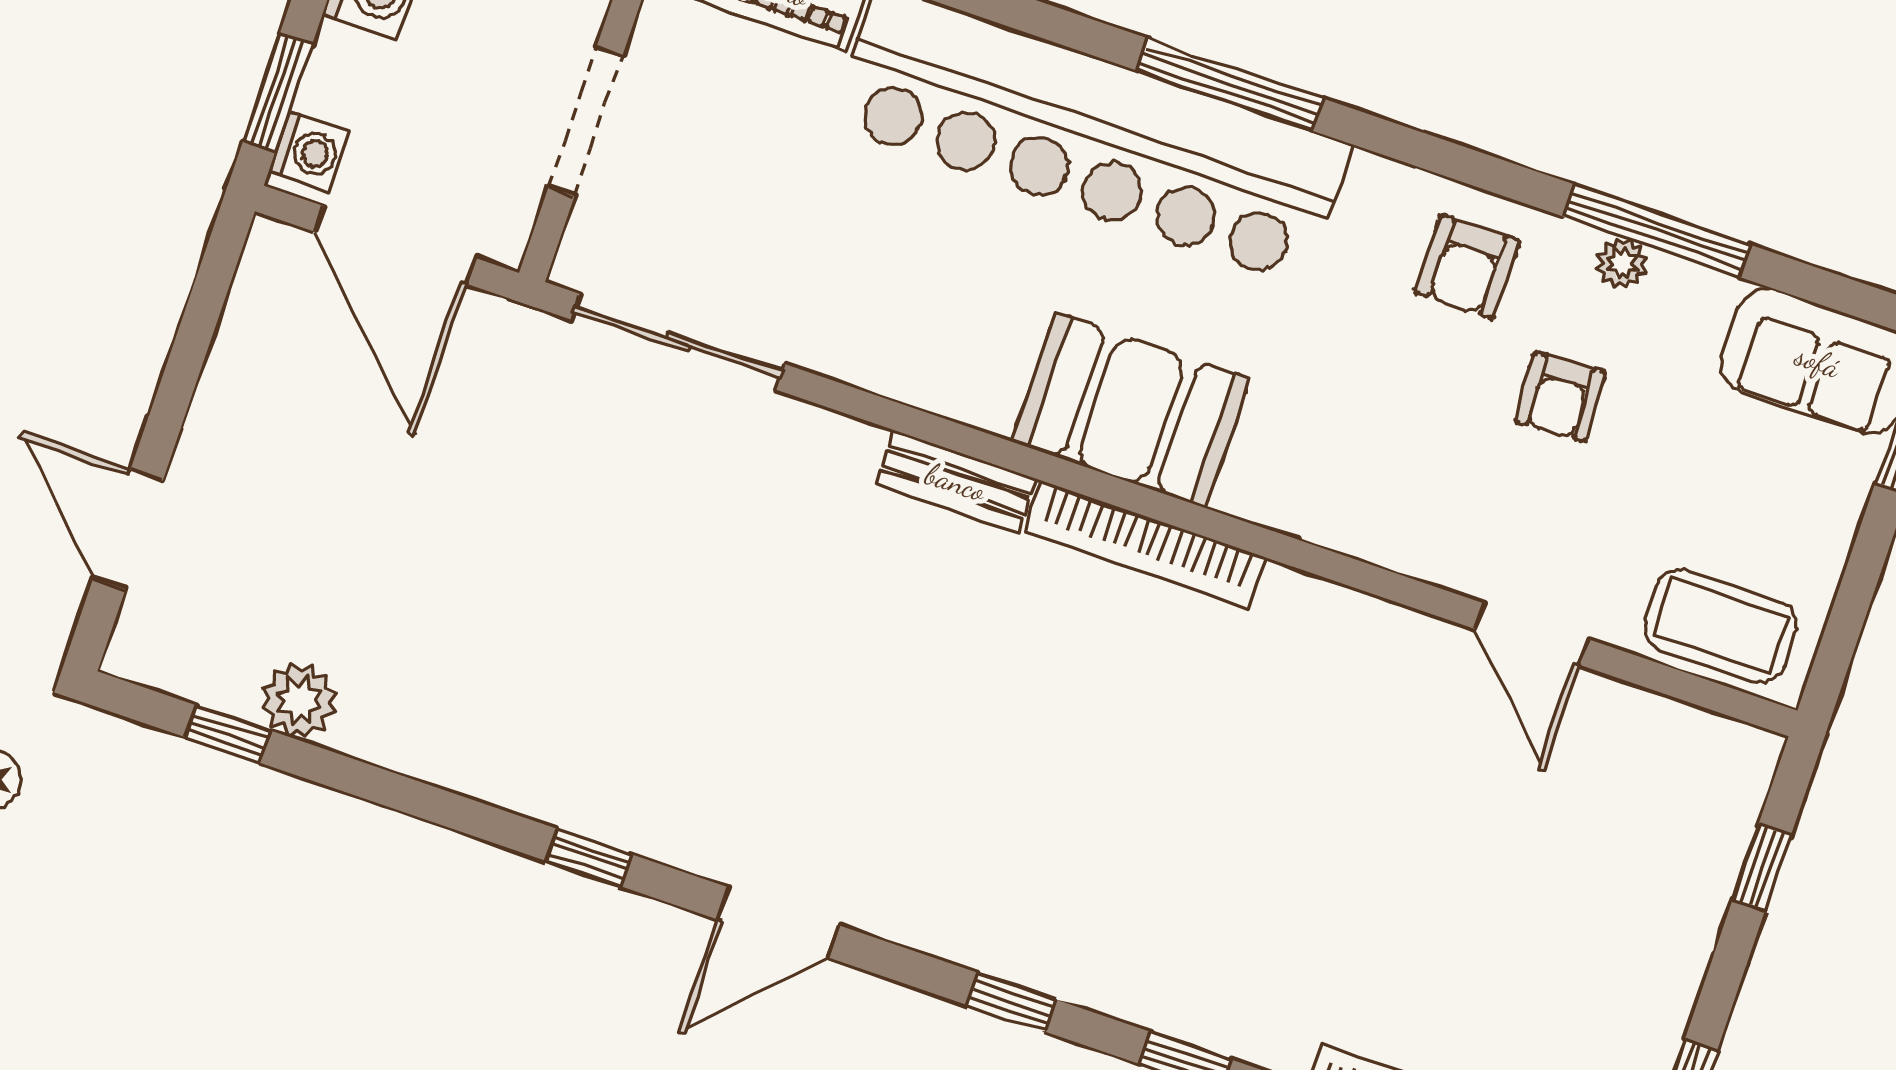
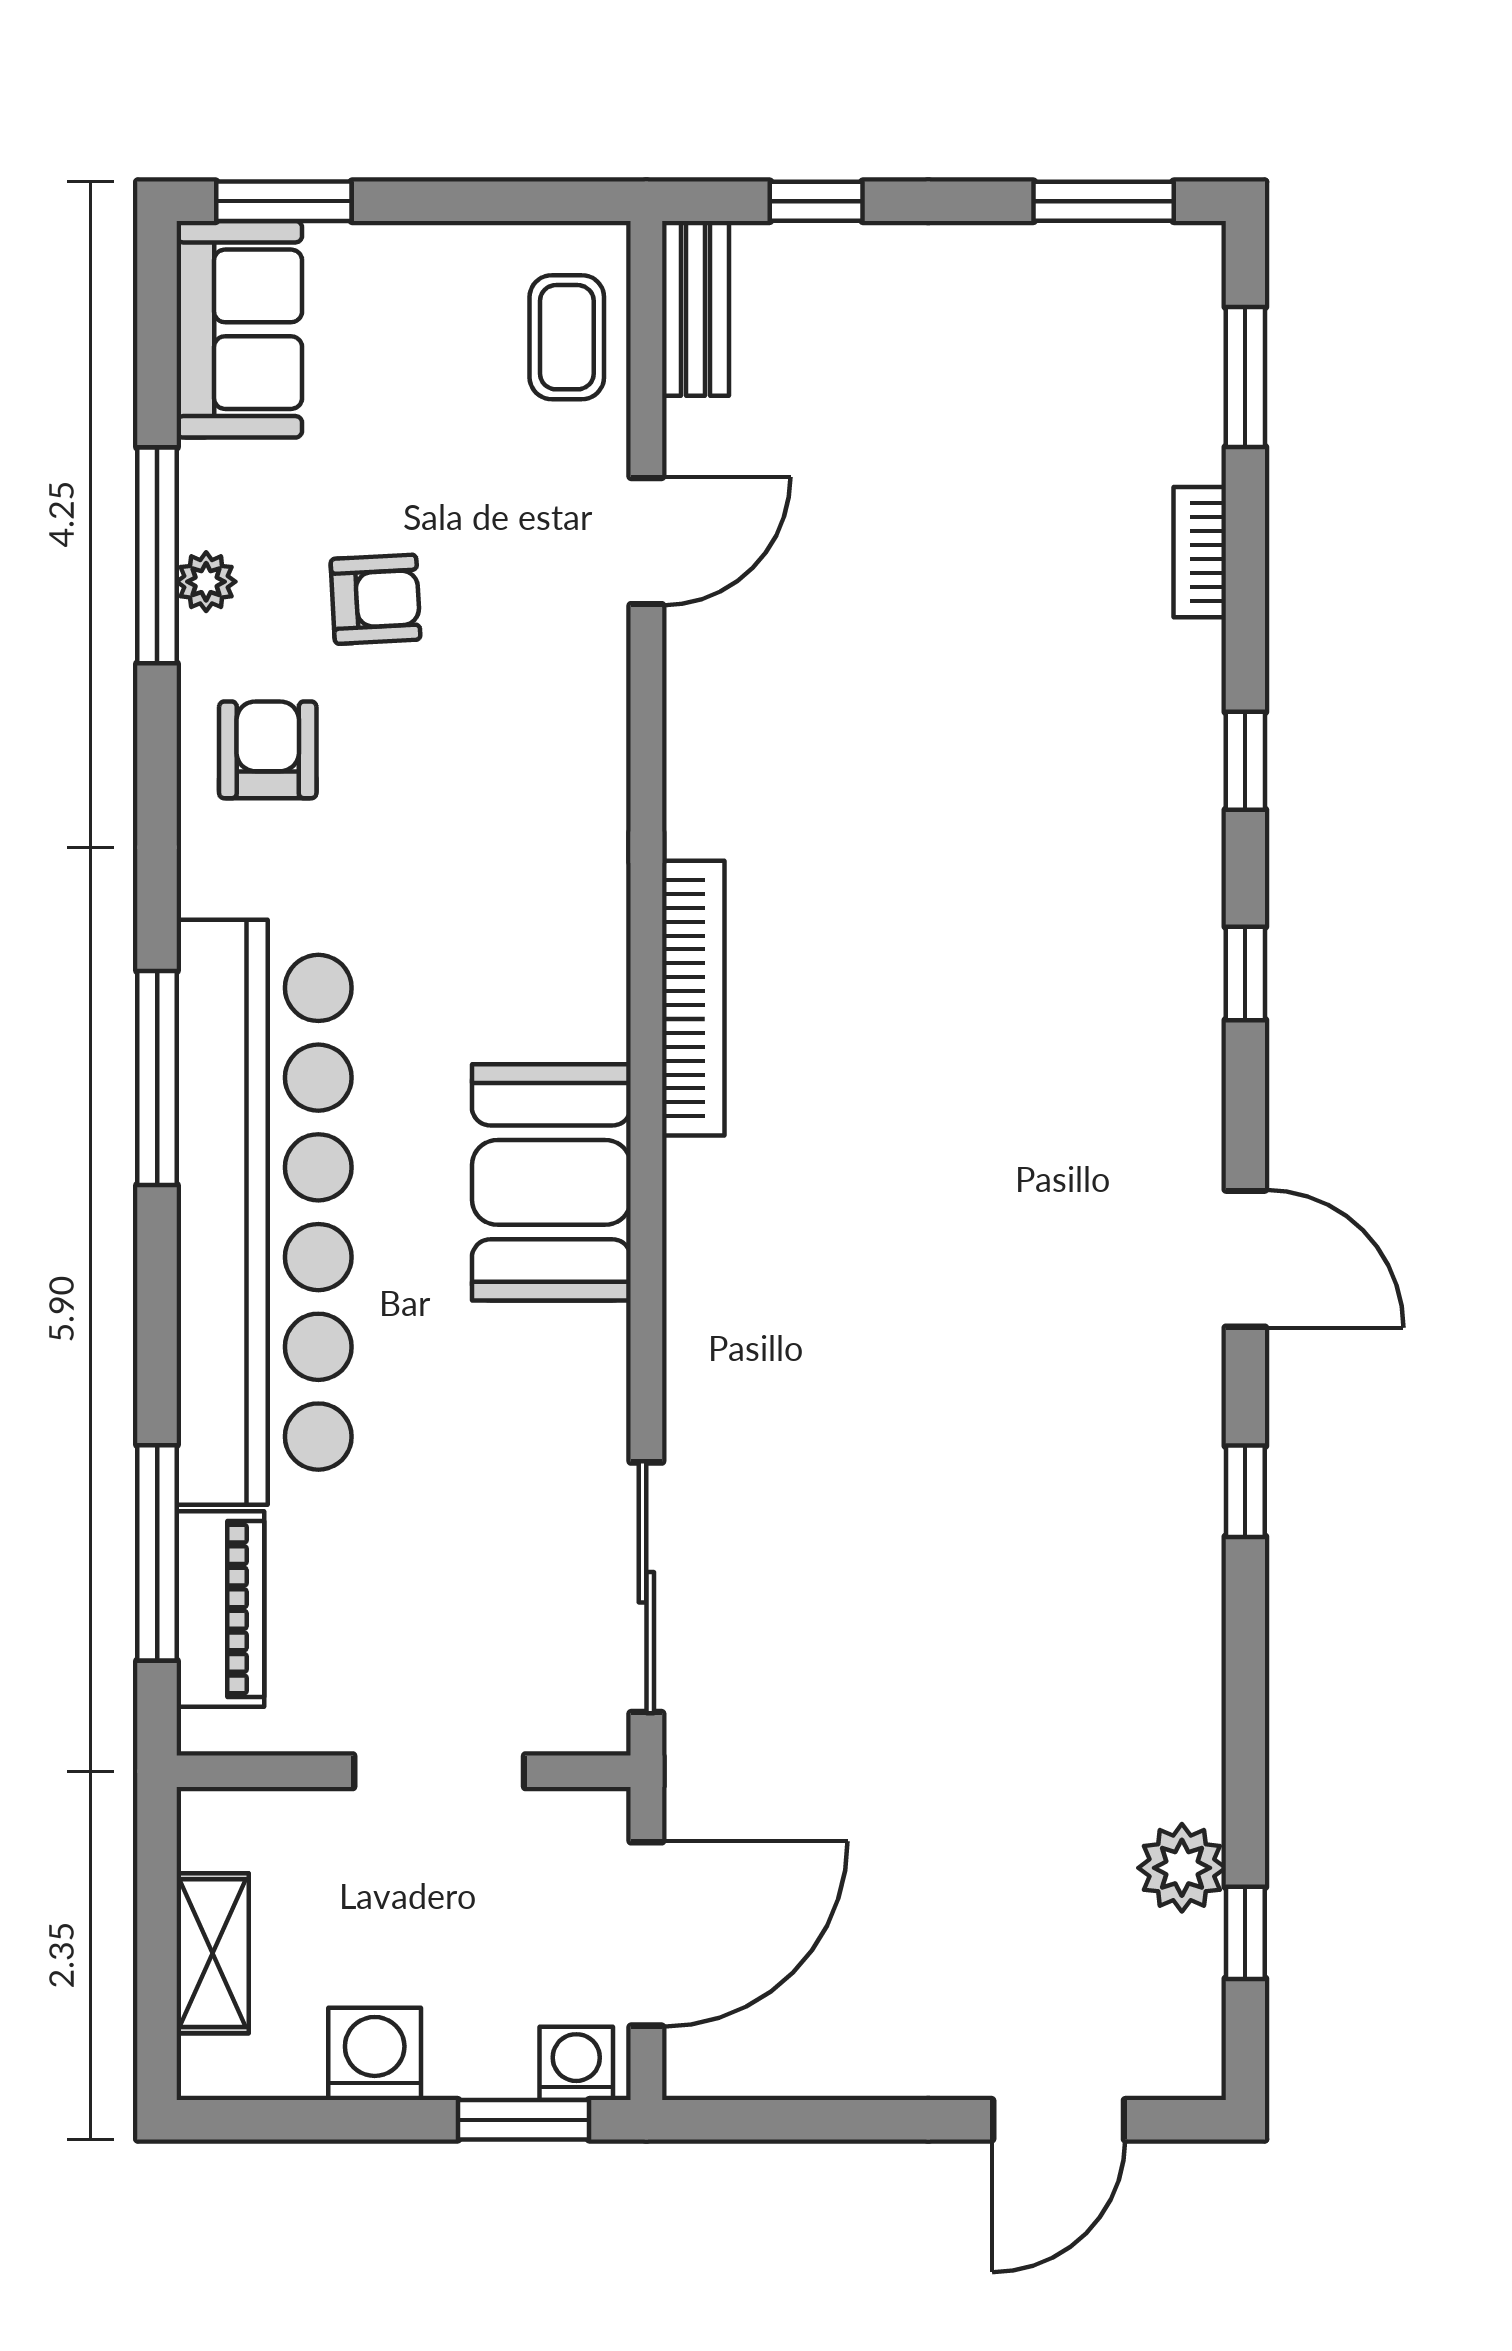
armchair: (1467, 267) -> (268, 750), turned -90
booth: (1131, 410) -> (551, 1182), moved
bench: (956, 482) -> (695, 308), moved
coffee table: (1720, 626) -> (567, 337), width x0.73, depth x0.77

